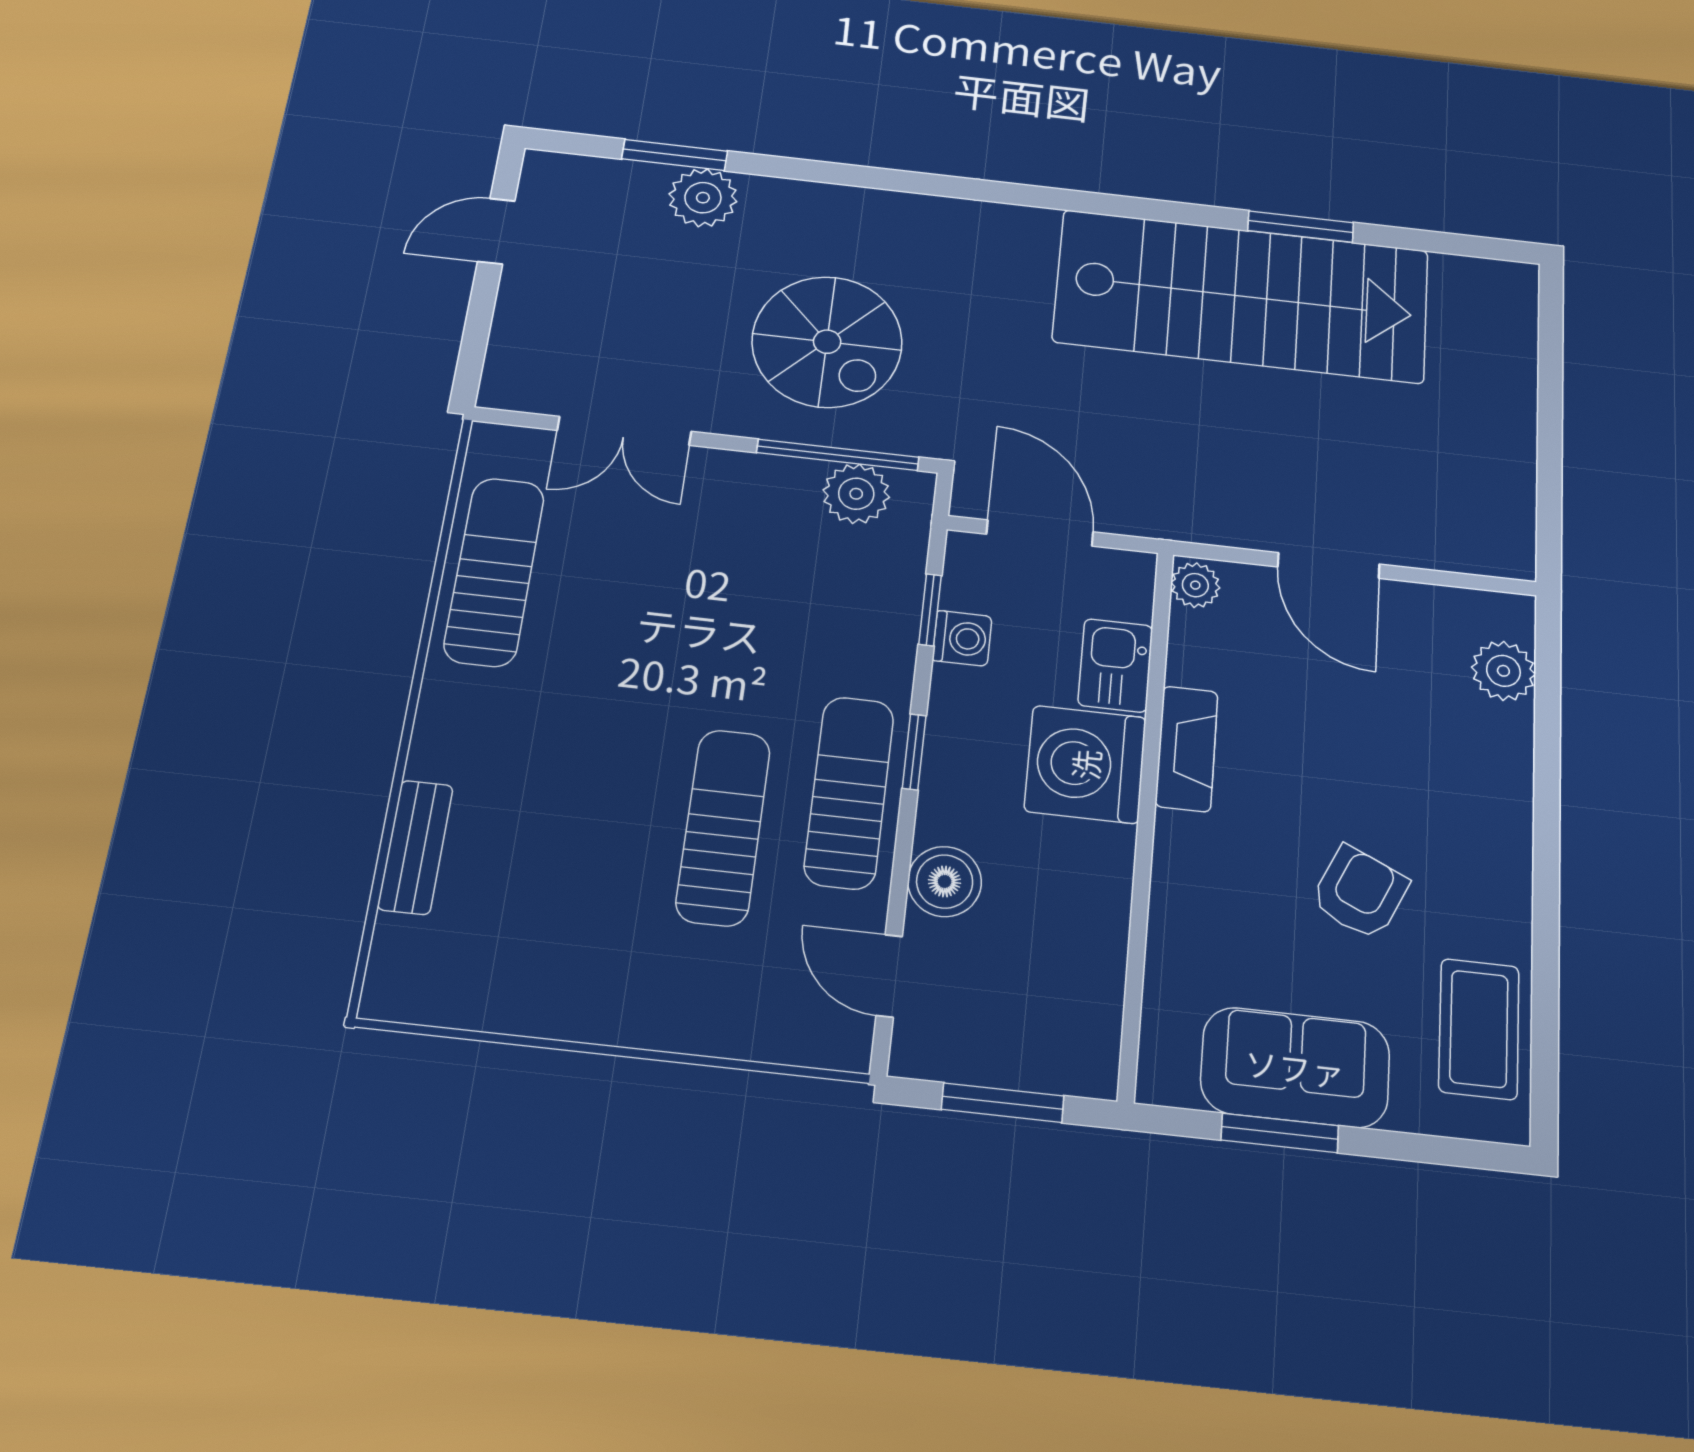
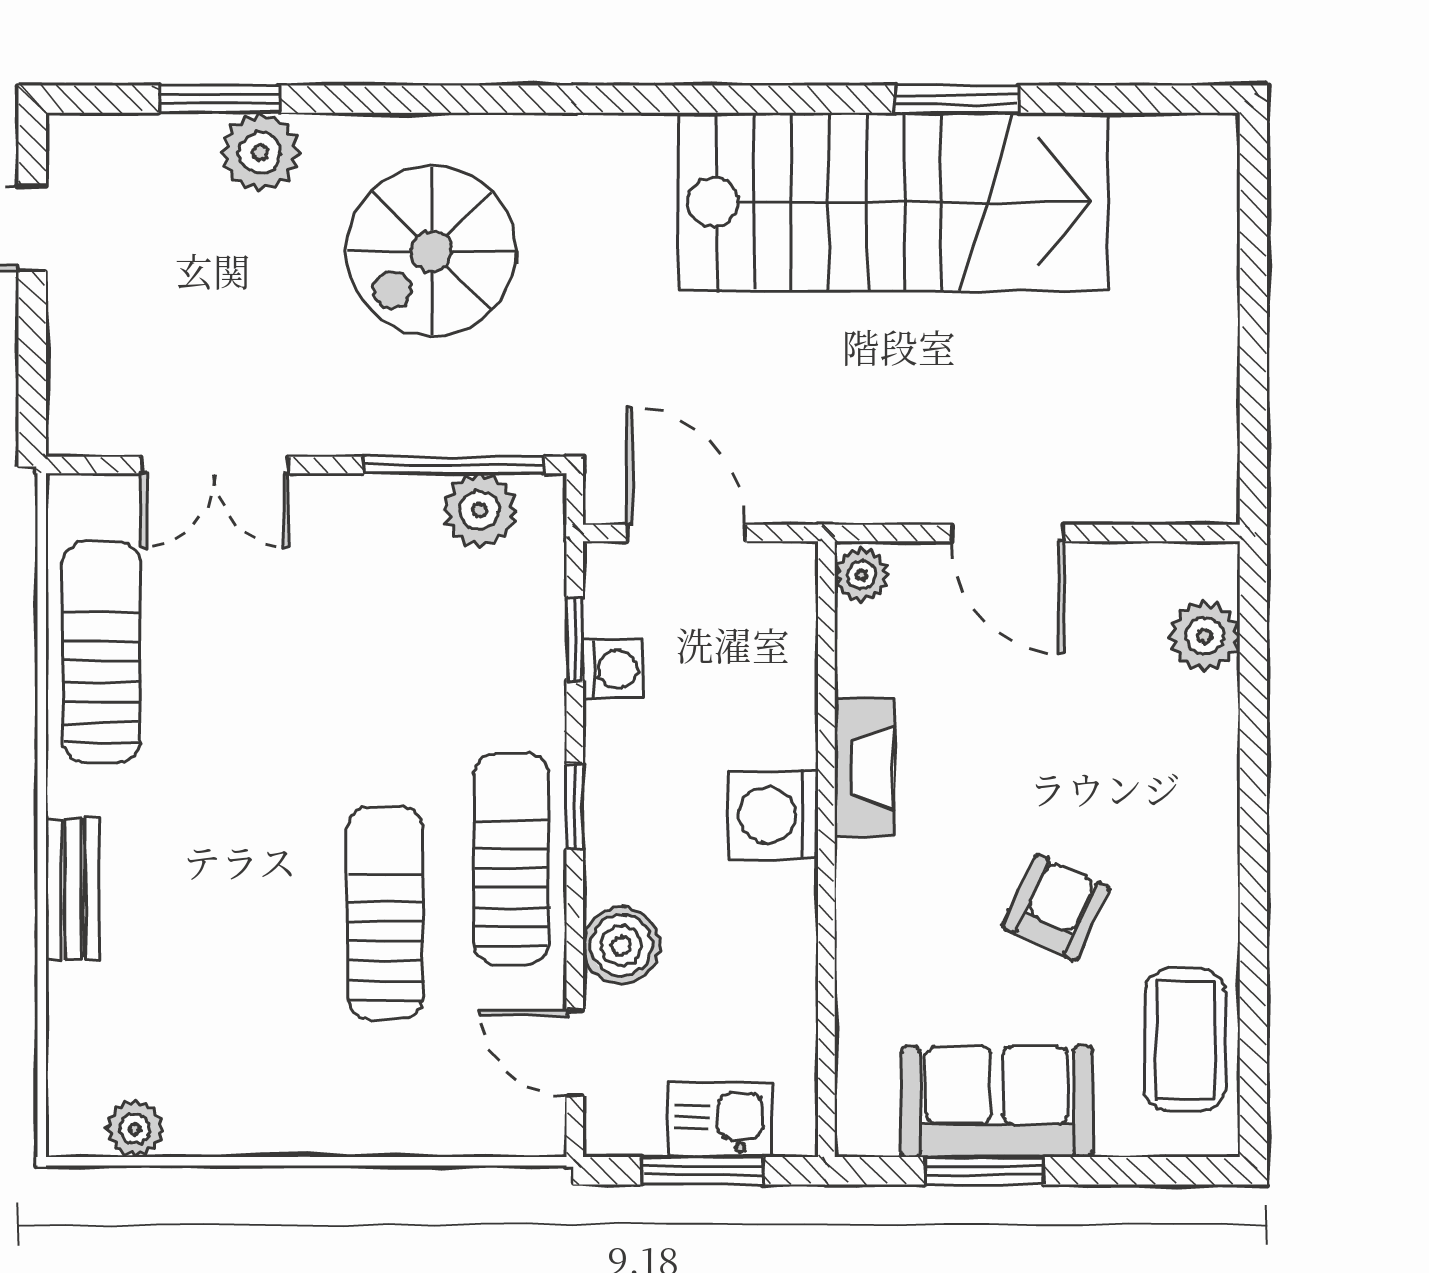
spiral stairs: (827, 342) -> (431, 251), moved, turned 90
kitchen sink: (1115, 665) -> (720, 1120), moved, turned 90
washing machine: (1085, 764) -> (774, 815), width x0.73, depth x0.73
bench: (415, 847) -> (73, 889), moved
plant: (449, 1001) -> (135, 1129), added

